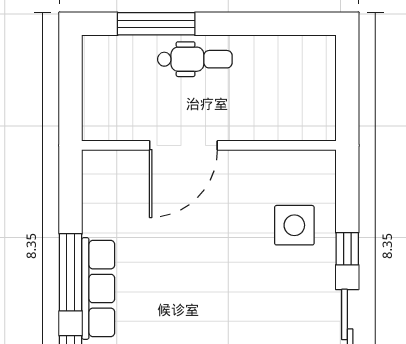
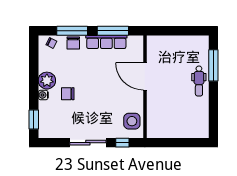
door: (183, 145) -> (145, 76), moved
wall: (209, 145) -> (145, 87), moved

